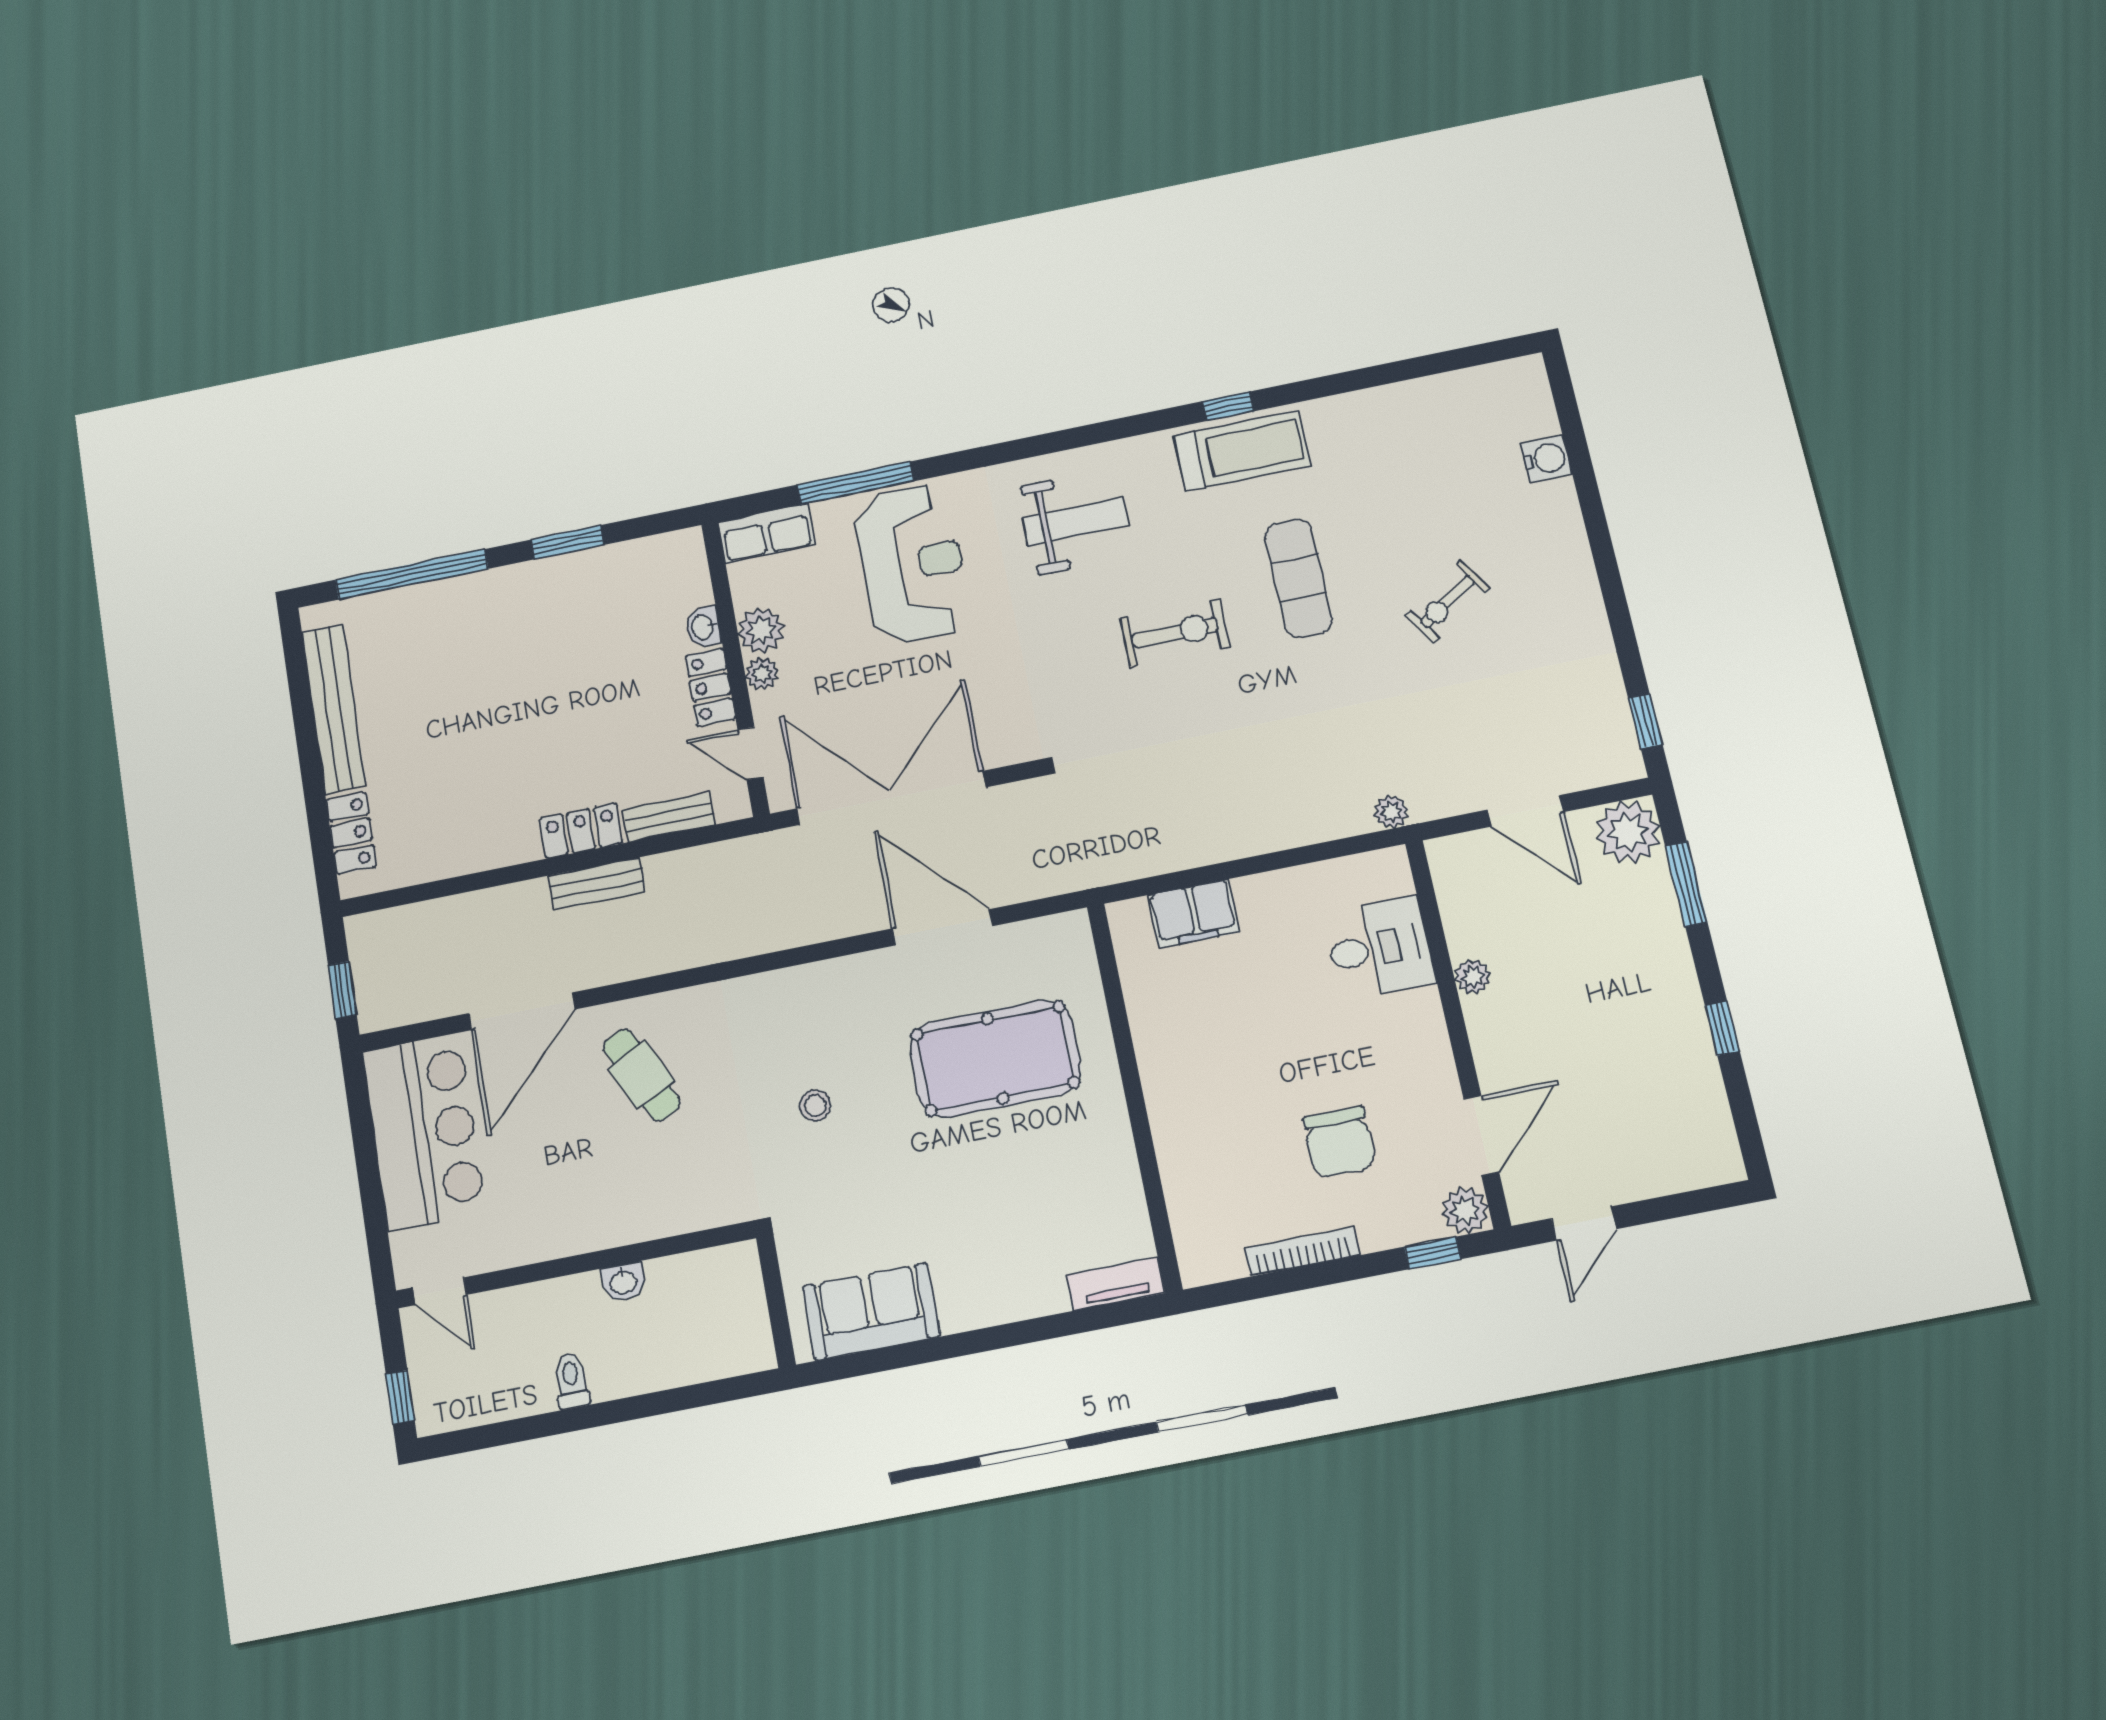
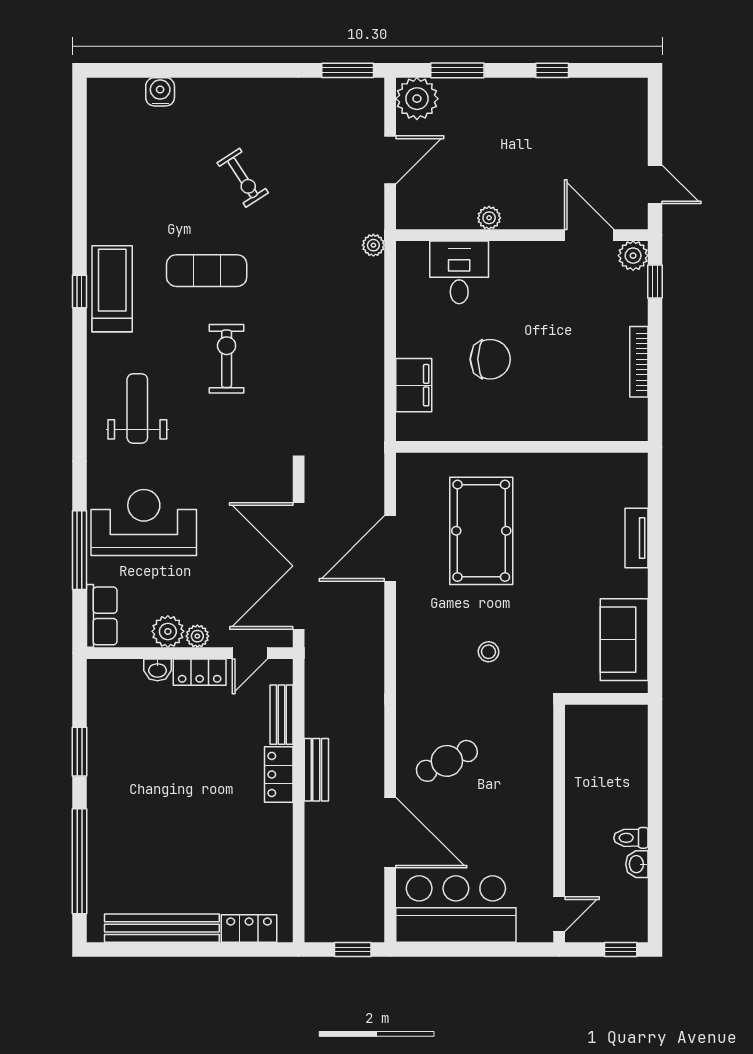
window: (1645, 721) -> (348, 70), width x1.50
chair: (1339, 1142) -> (490, 359), moved
washbasin: (623, 1282) -> (637, 864), moved, turned 180
tv unit: (1116, 1284) -> (637, 538), moved

